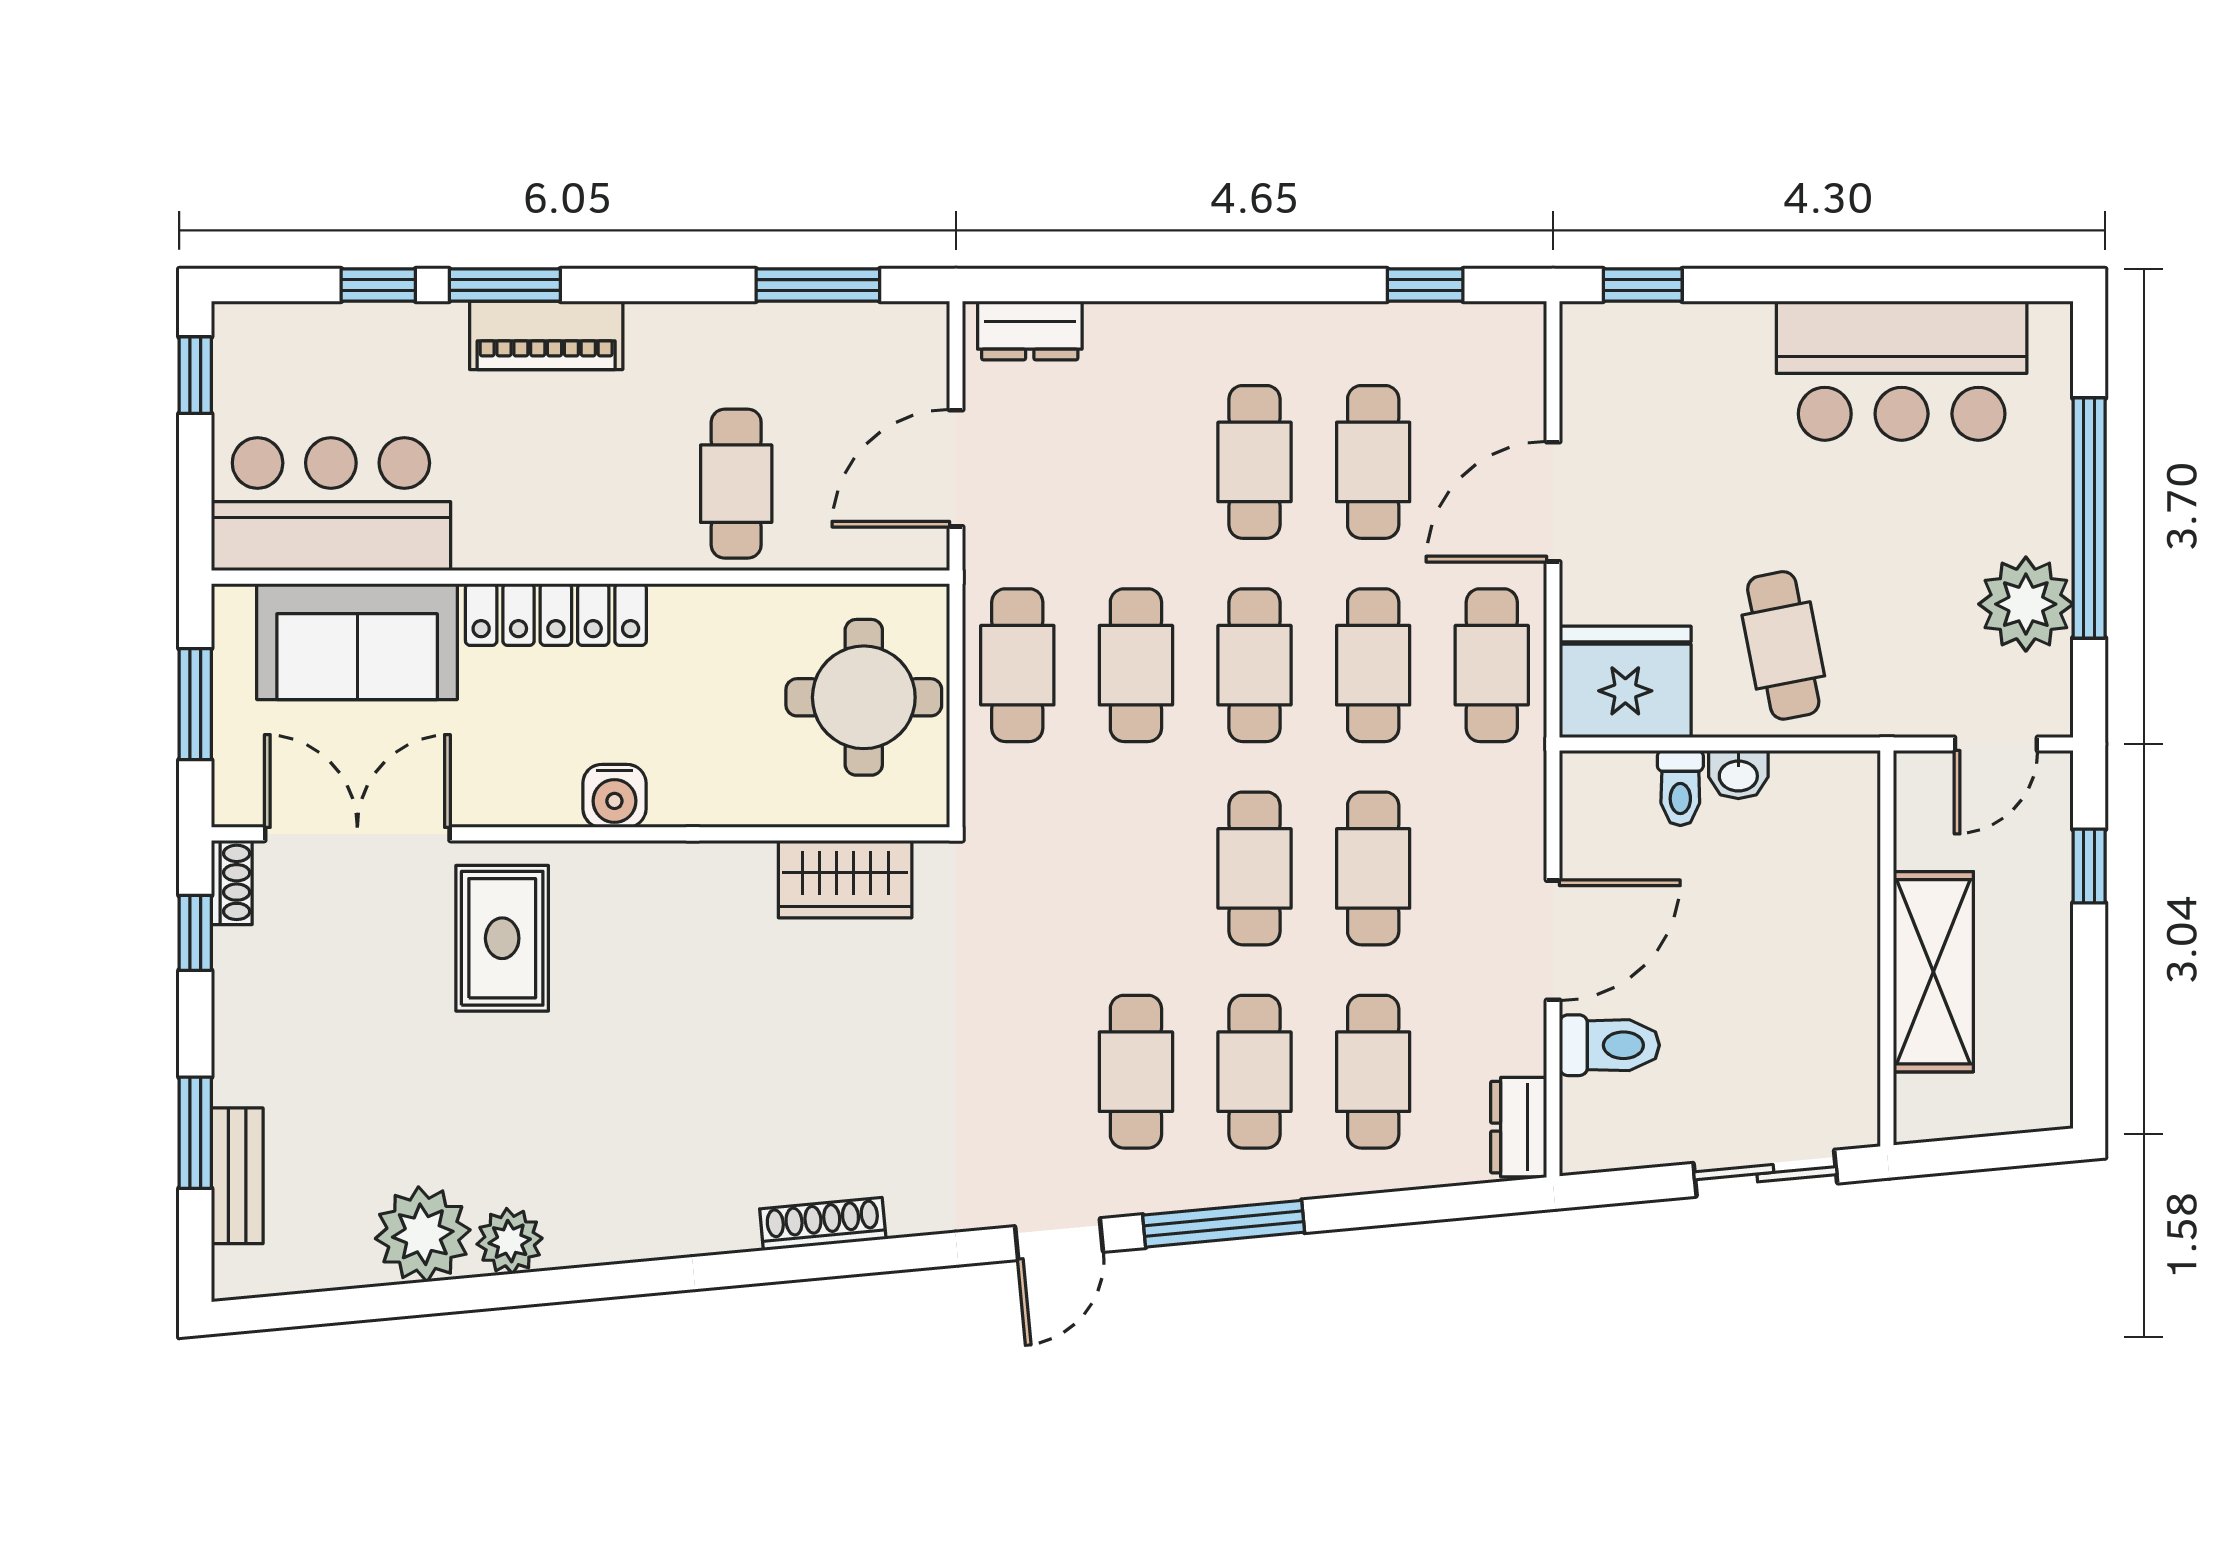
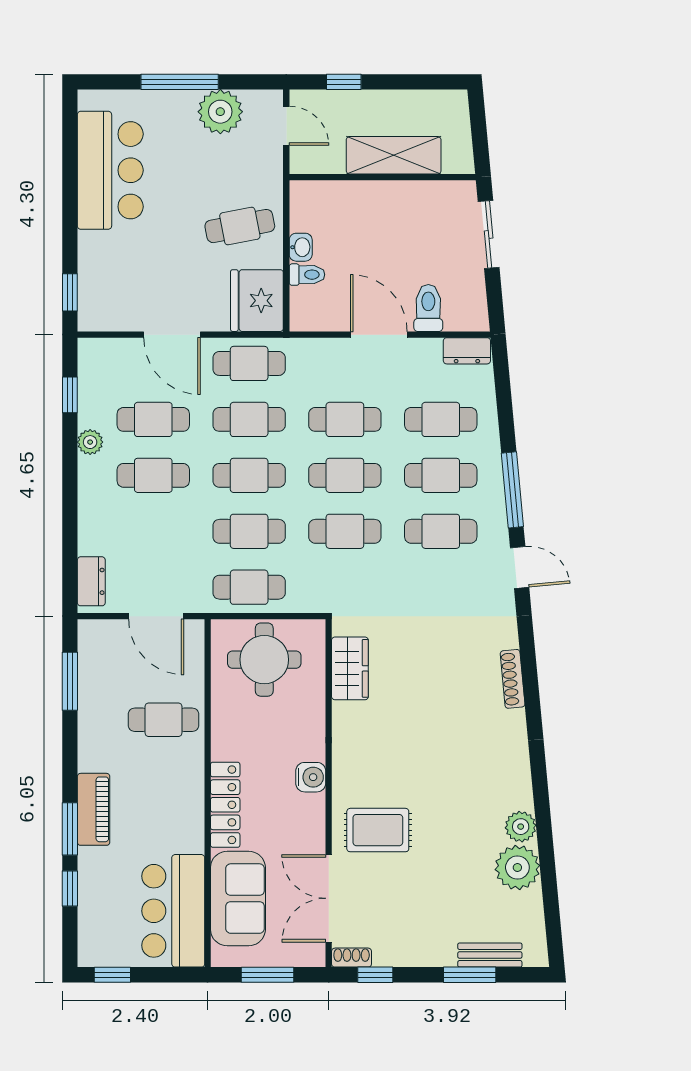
plant: (1325, 328) -> (90, 442), added
window: (2089, 518) -> (180, 82), width x0.68
cafe table: (1136, 868) -> (345, 531), added

